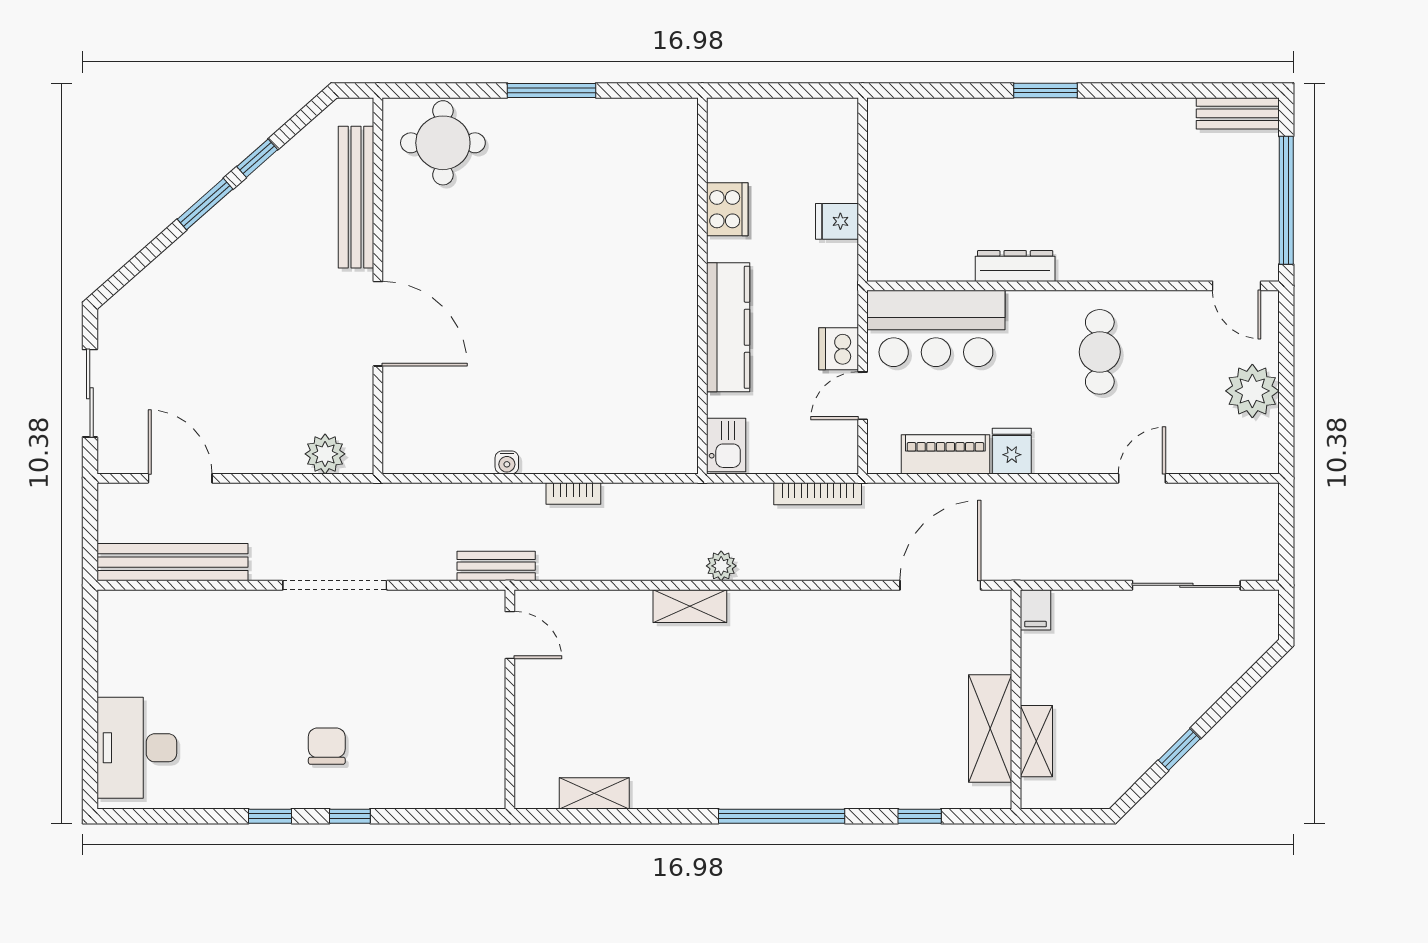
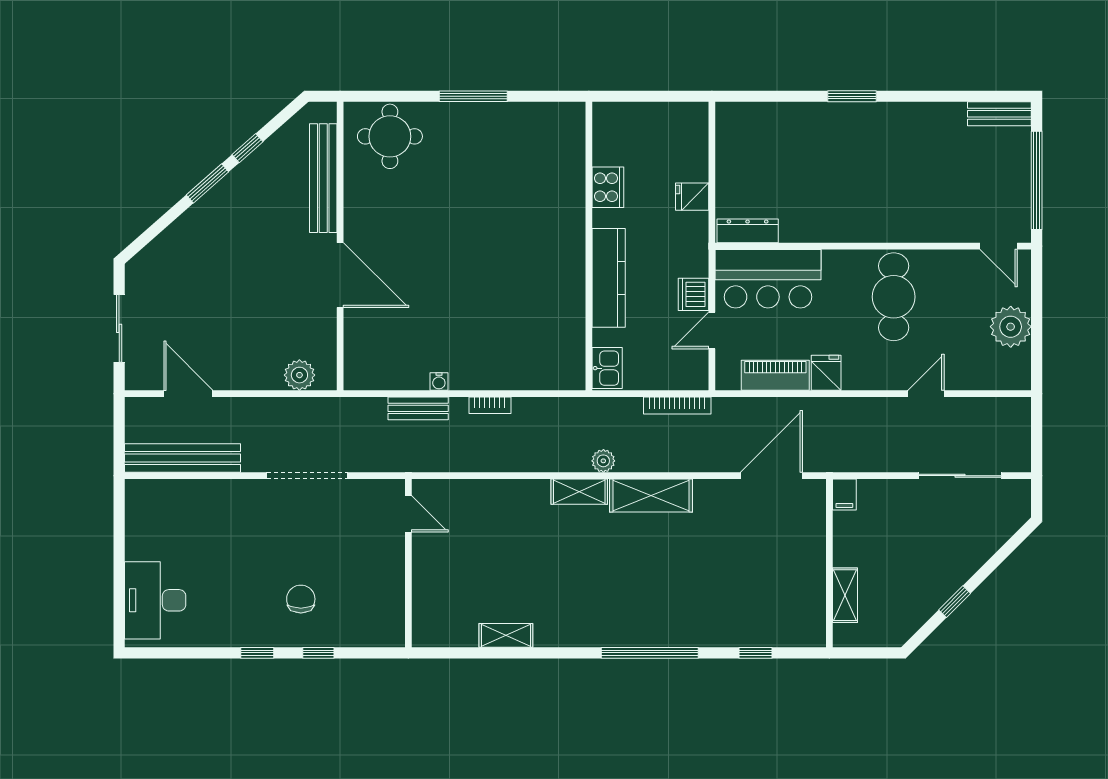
dresser: (1015, 266) -> (748, 231), moved
cafe table: (1100, 352) -> (894, 297), width x1.37, depth x1.35
bench: (496, 566) -> (418, 408), moved
door: (510, 635) -> (408, 514), moved
wall: (510, 699) -> (408, 563), moved
shelving: (990, 729) -> (651, 496), moved, turned 90

